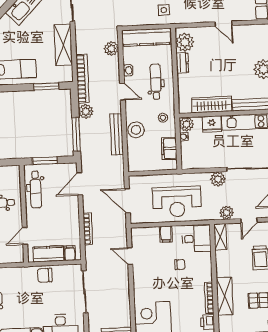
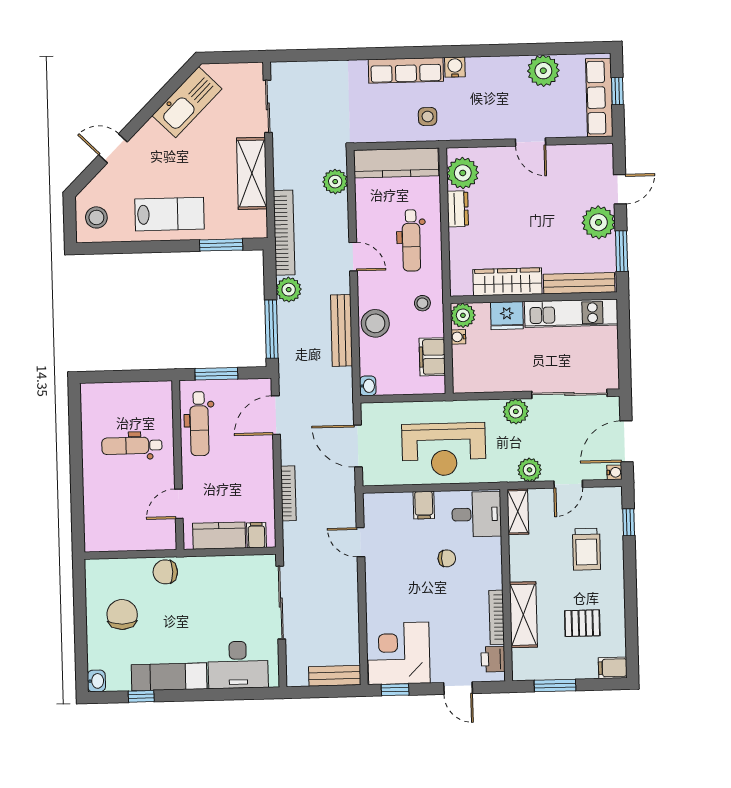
washbasin: (128, 70) -> (368, 386), moved
dental chair: (156, 82) -> (411, 240), turned 180
chair: (45, 275) -> (165, 572), moved

